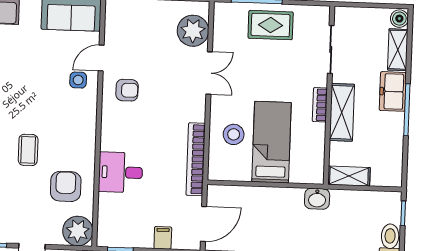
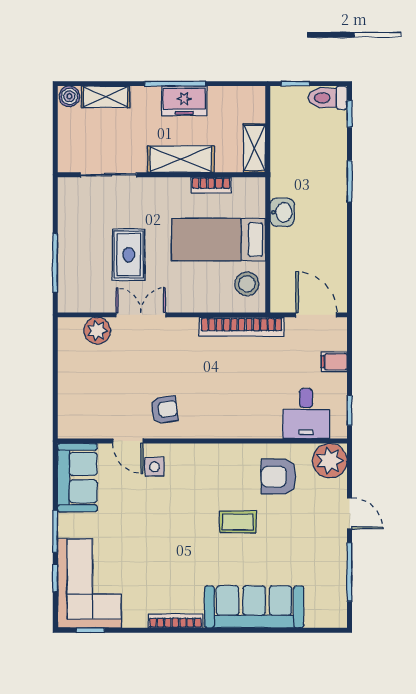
rug: (271, 25) -> (129, 255), moved
plant: (193, 31) -> (97, 331), width x0.73, depth x0.73
armchair: (127, 90) -> (164, 410), turned 82
freezer: (393, 91) -> (184, 101), moved
bookcase: (320, 105) -> (211, 185), moved
stool: (234, 134) -> (247, 284), moved
desk: (121, 172) -> (306, 414), moved
washbasin: (317, 199) -> (282, 212), moved

